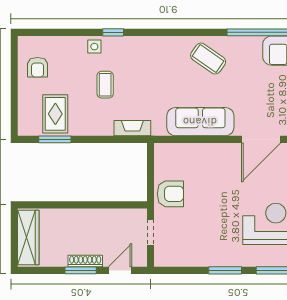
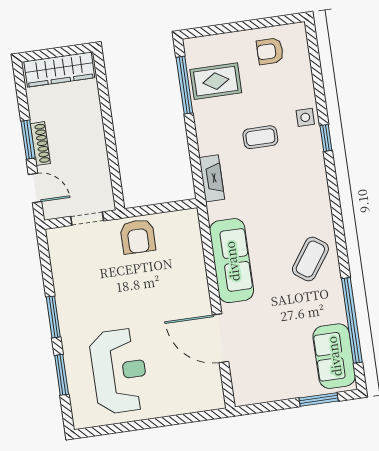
window: (55, 139) -> (184, 85), width x1.44

